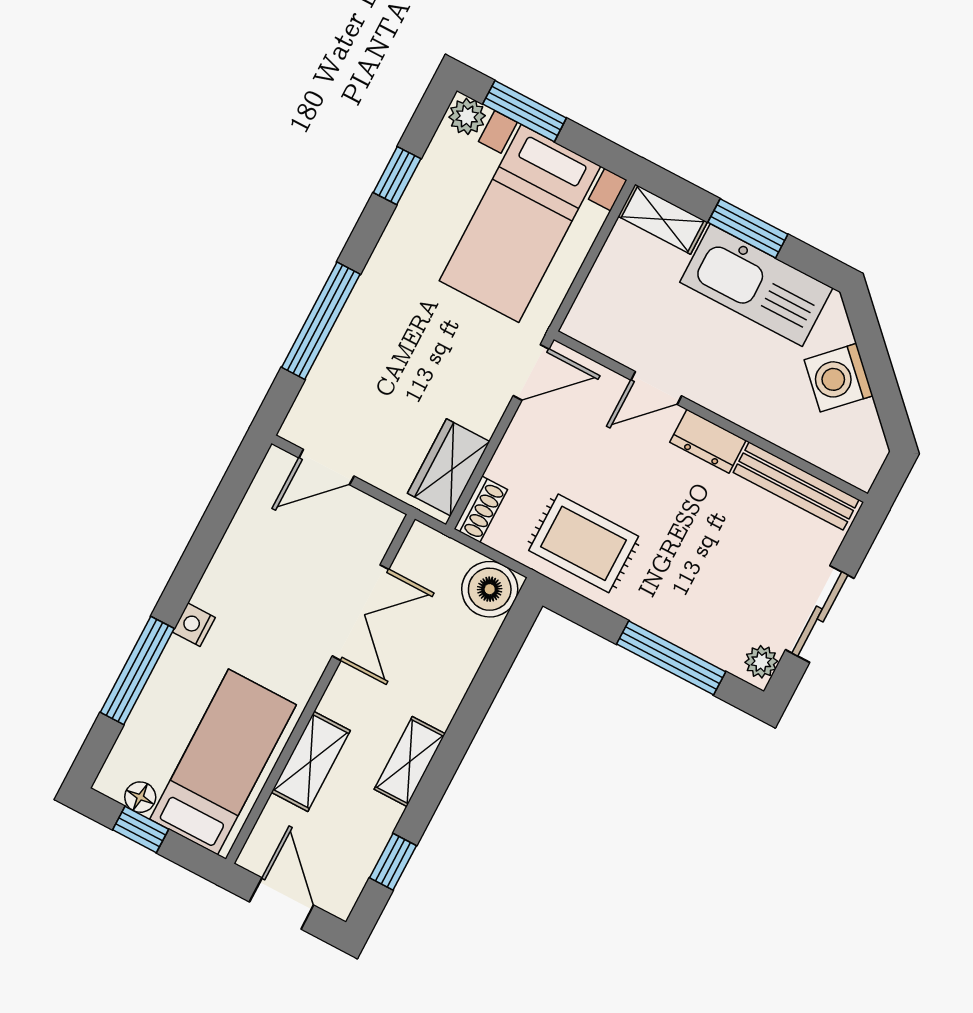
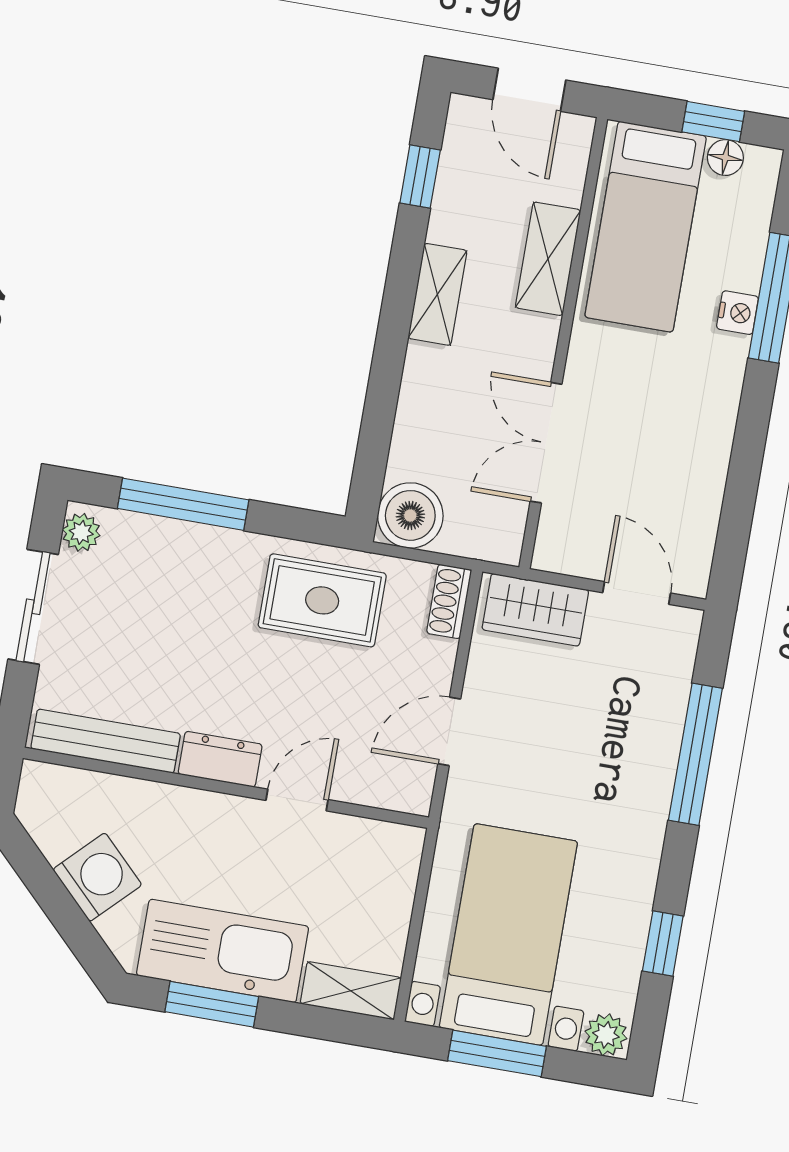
window: (525, 111) -> (497, 1053), moved
window: (748, 228) -> (212, 1004), moved
door: (531, 372) -> (449, 731), moved
door: (326, 467) -> (637, 593), hinge flipped
wardrobe: (449, 467) -> (535, 610), moved, turned 90
nightstand: (194, 625) -> (737, 313), moved

